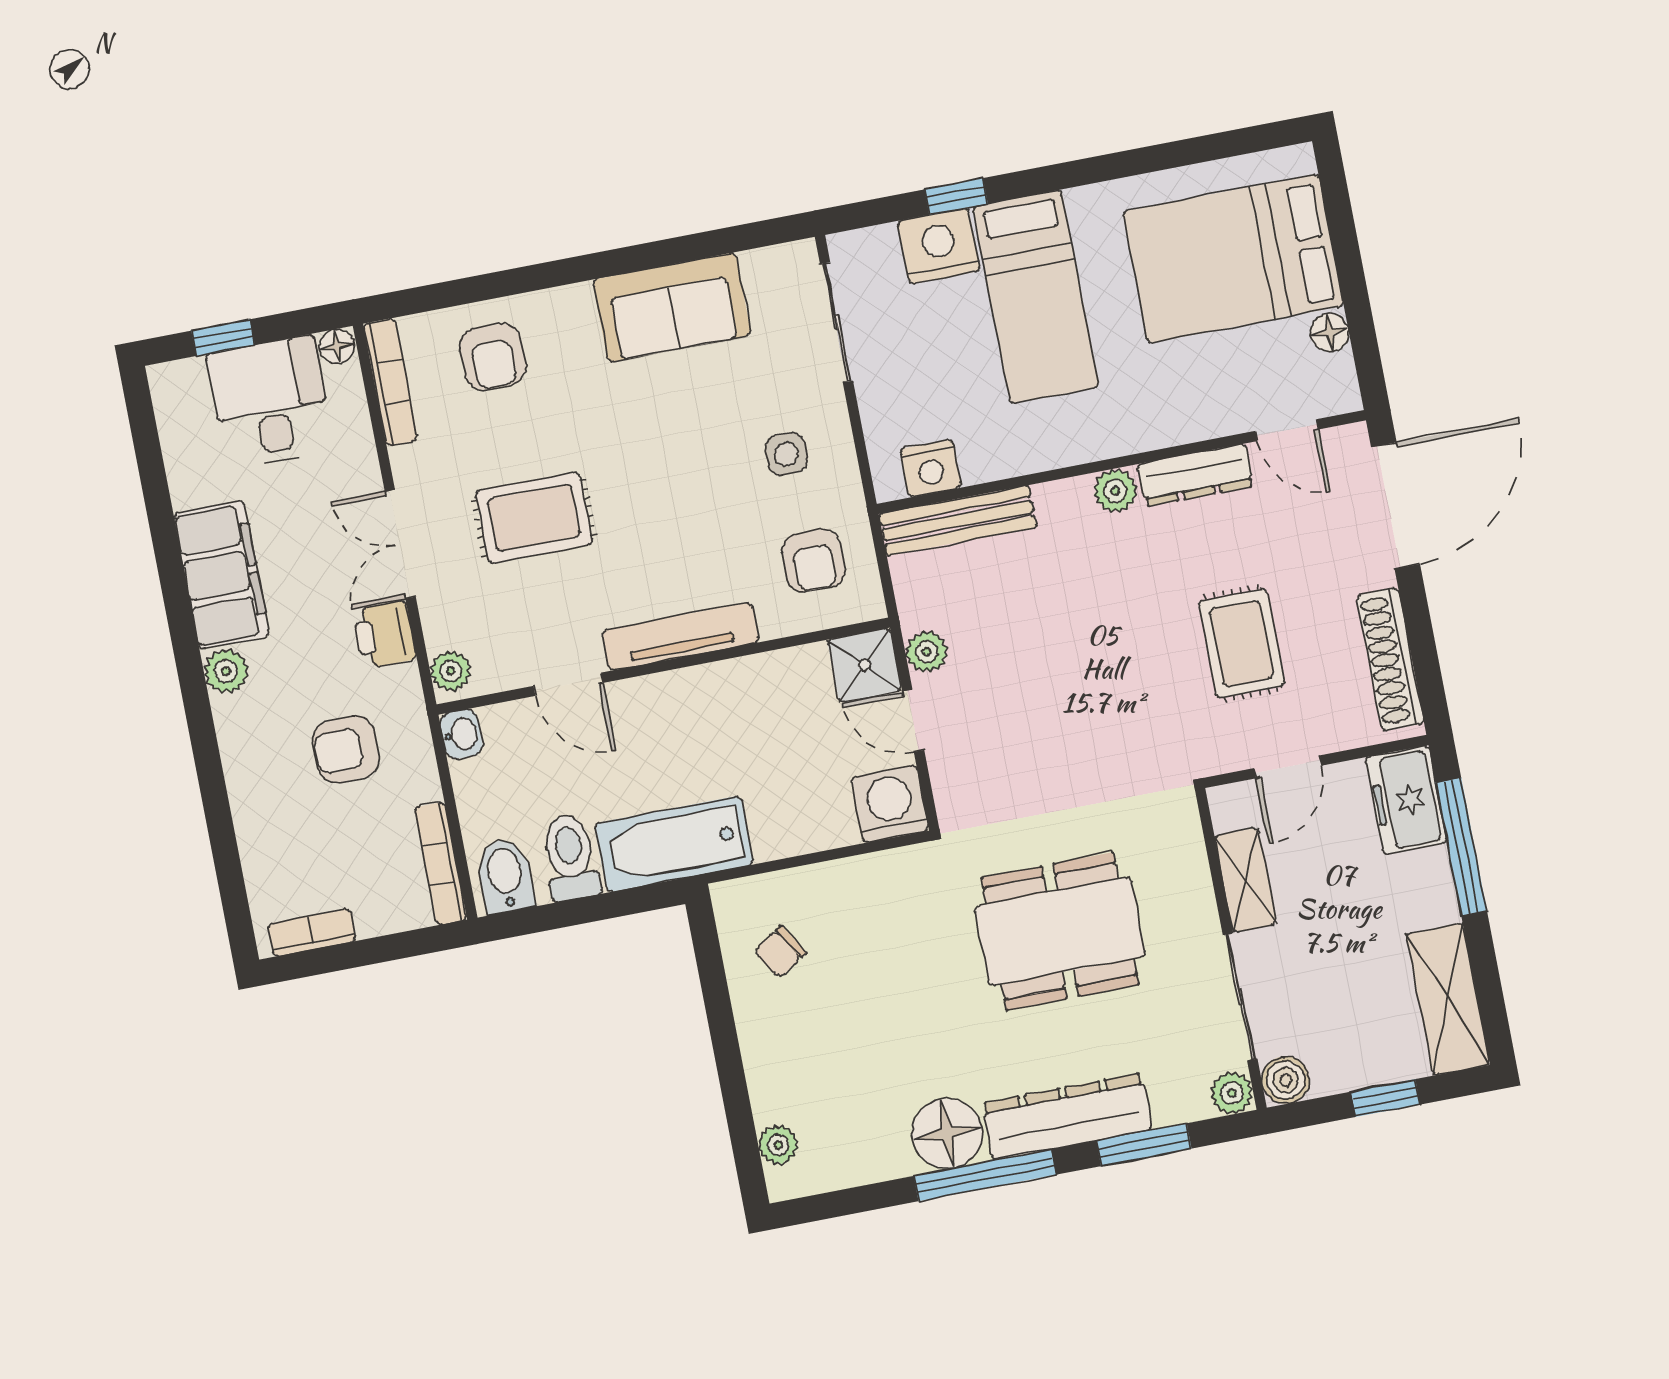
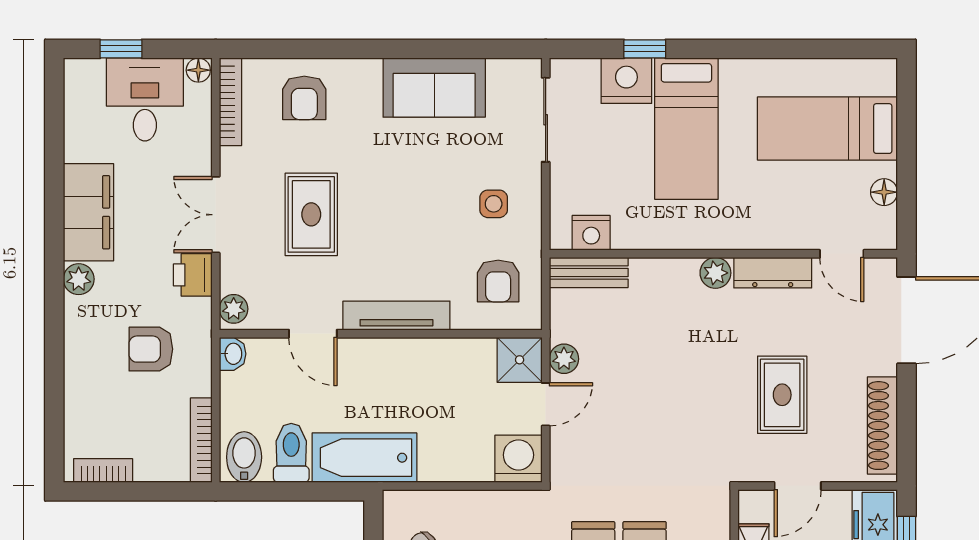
bed: (1233, 259) -> (827, 129), width x0.67
rug: (534, 518) -> (311, 214), turned 90
bench: (958, 521) -> (589, 273), width x0.73
door: (913, 721) -> (546, 404), swing flipped

